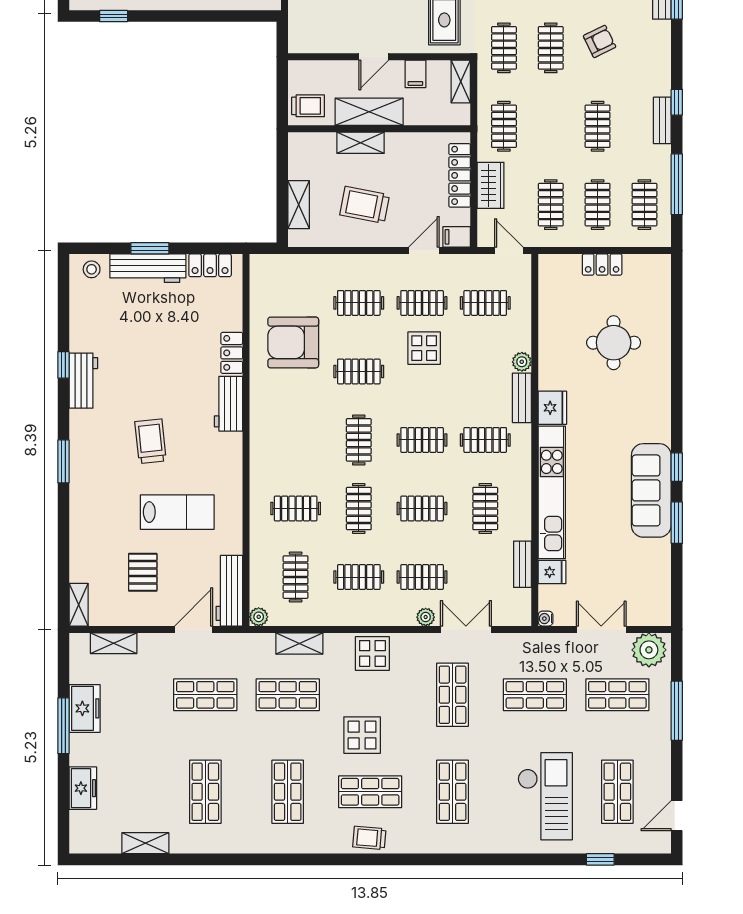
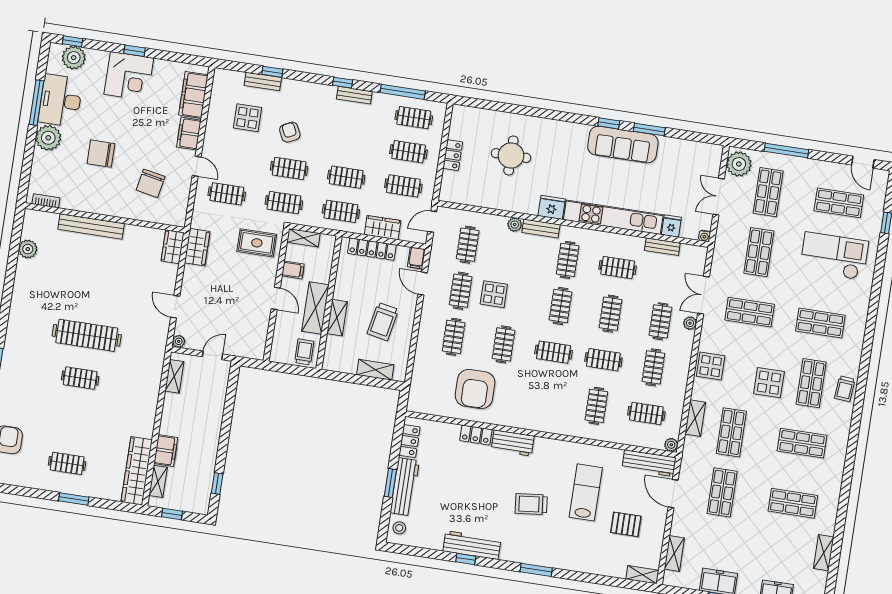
clothes rail: (598, 126) -> (346, 177), moved
workbench: (83, 381) -> (472, 545), width x1.38

